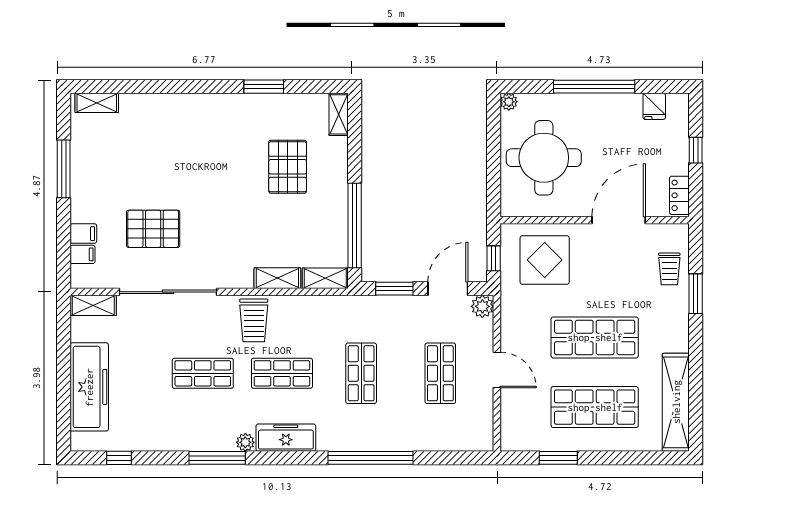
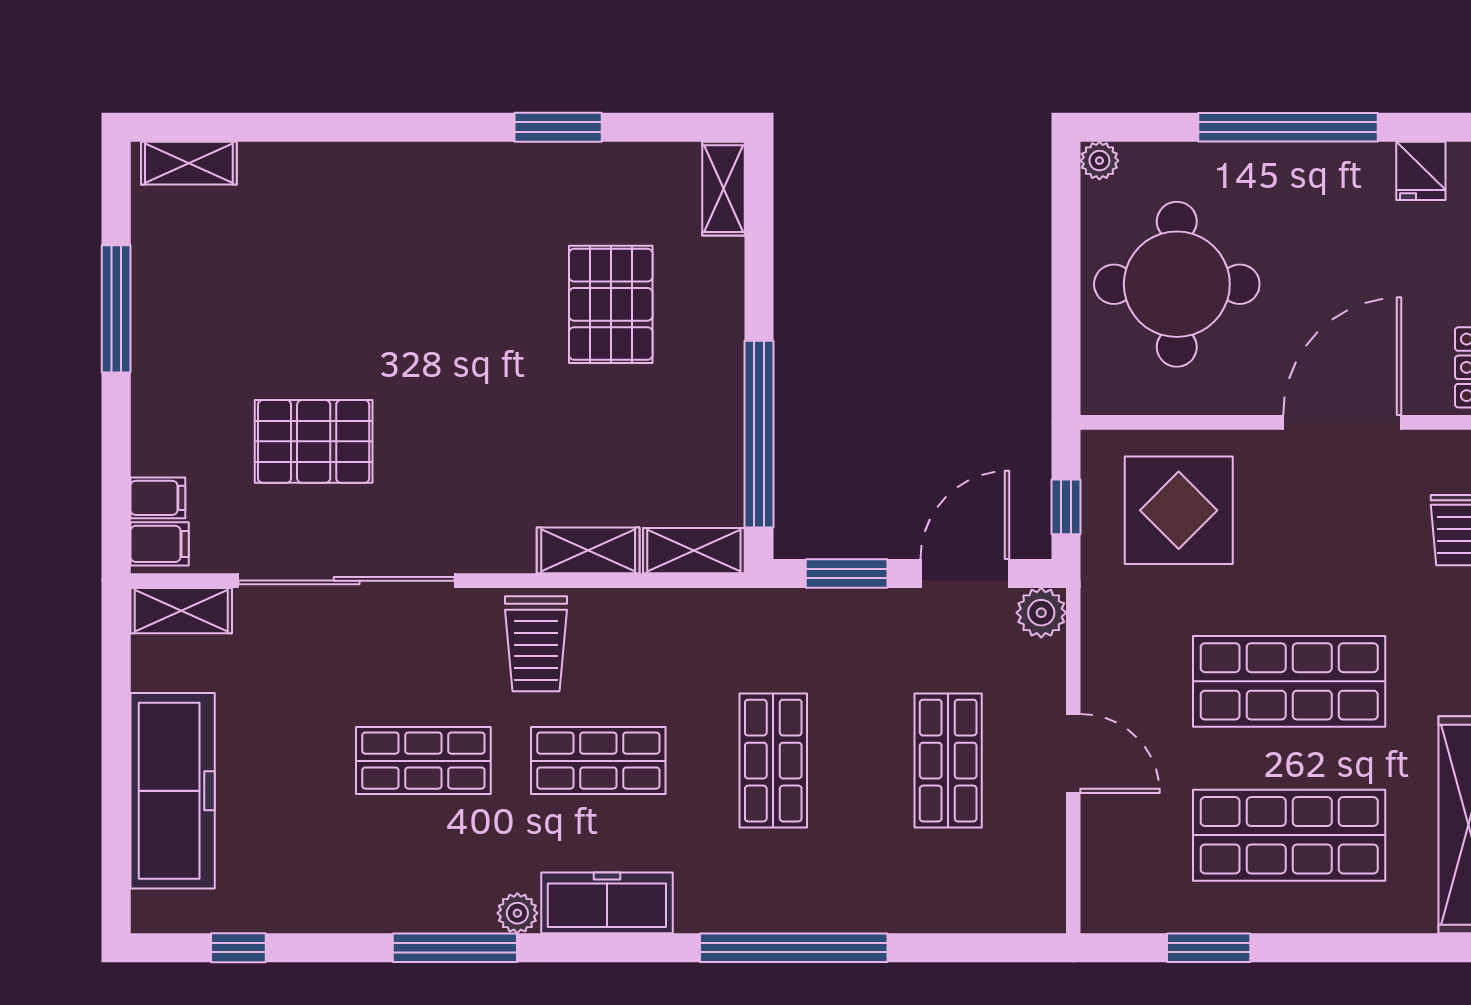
filing cabinet: (83, 234) -> (160, 544), moved

